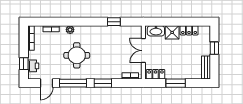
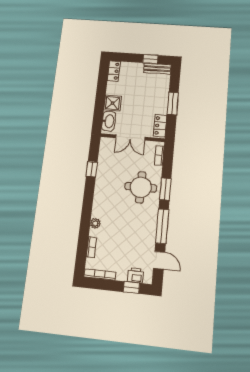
locker: (189, 30) -> (114, 71), moved
window: (214, 48) -> (150, 59), moved
round table: (77, 55) -> (141, 187), moved

